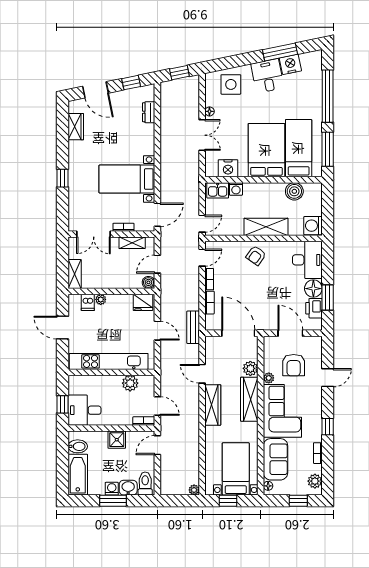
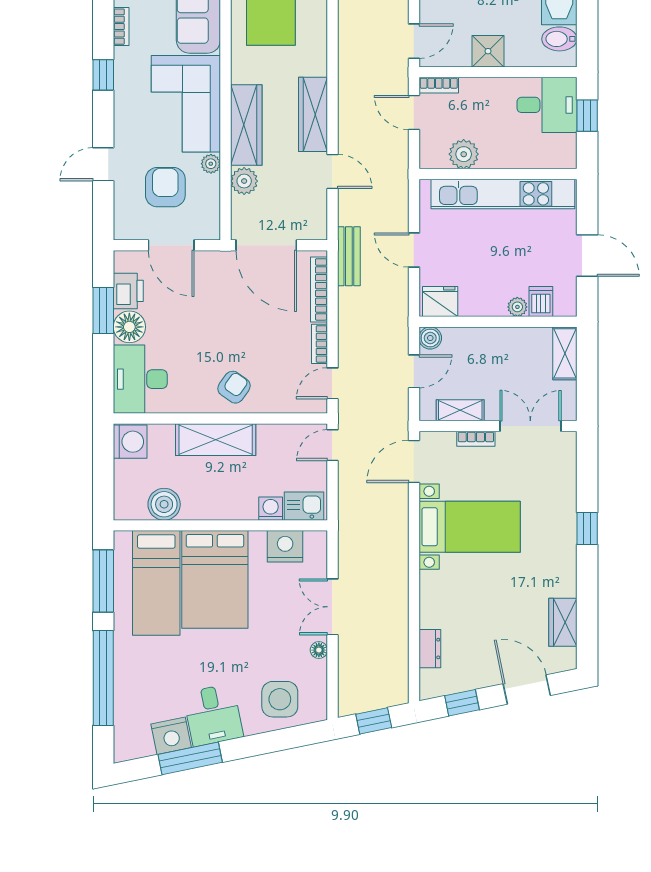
bookcase: (209, 303) -> (319, 289), width x1.56

